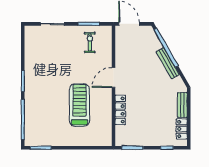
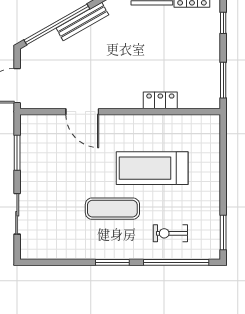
exercise bike: (90, 42) -> (170, 233), moved
door: (113, 77) -> (82, 112), moved
exercise mat: (55, 81) -> (112, 209), added
locker: (120, 110) -> (160, 100), width x0.66

